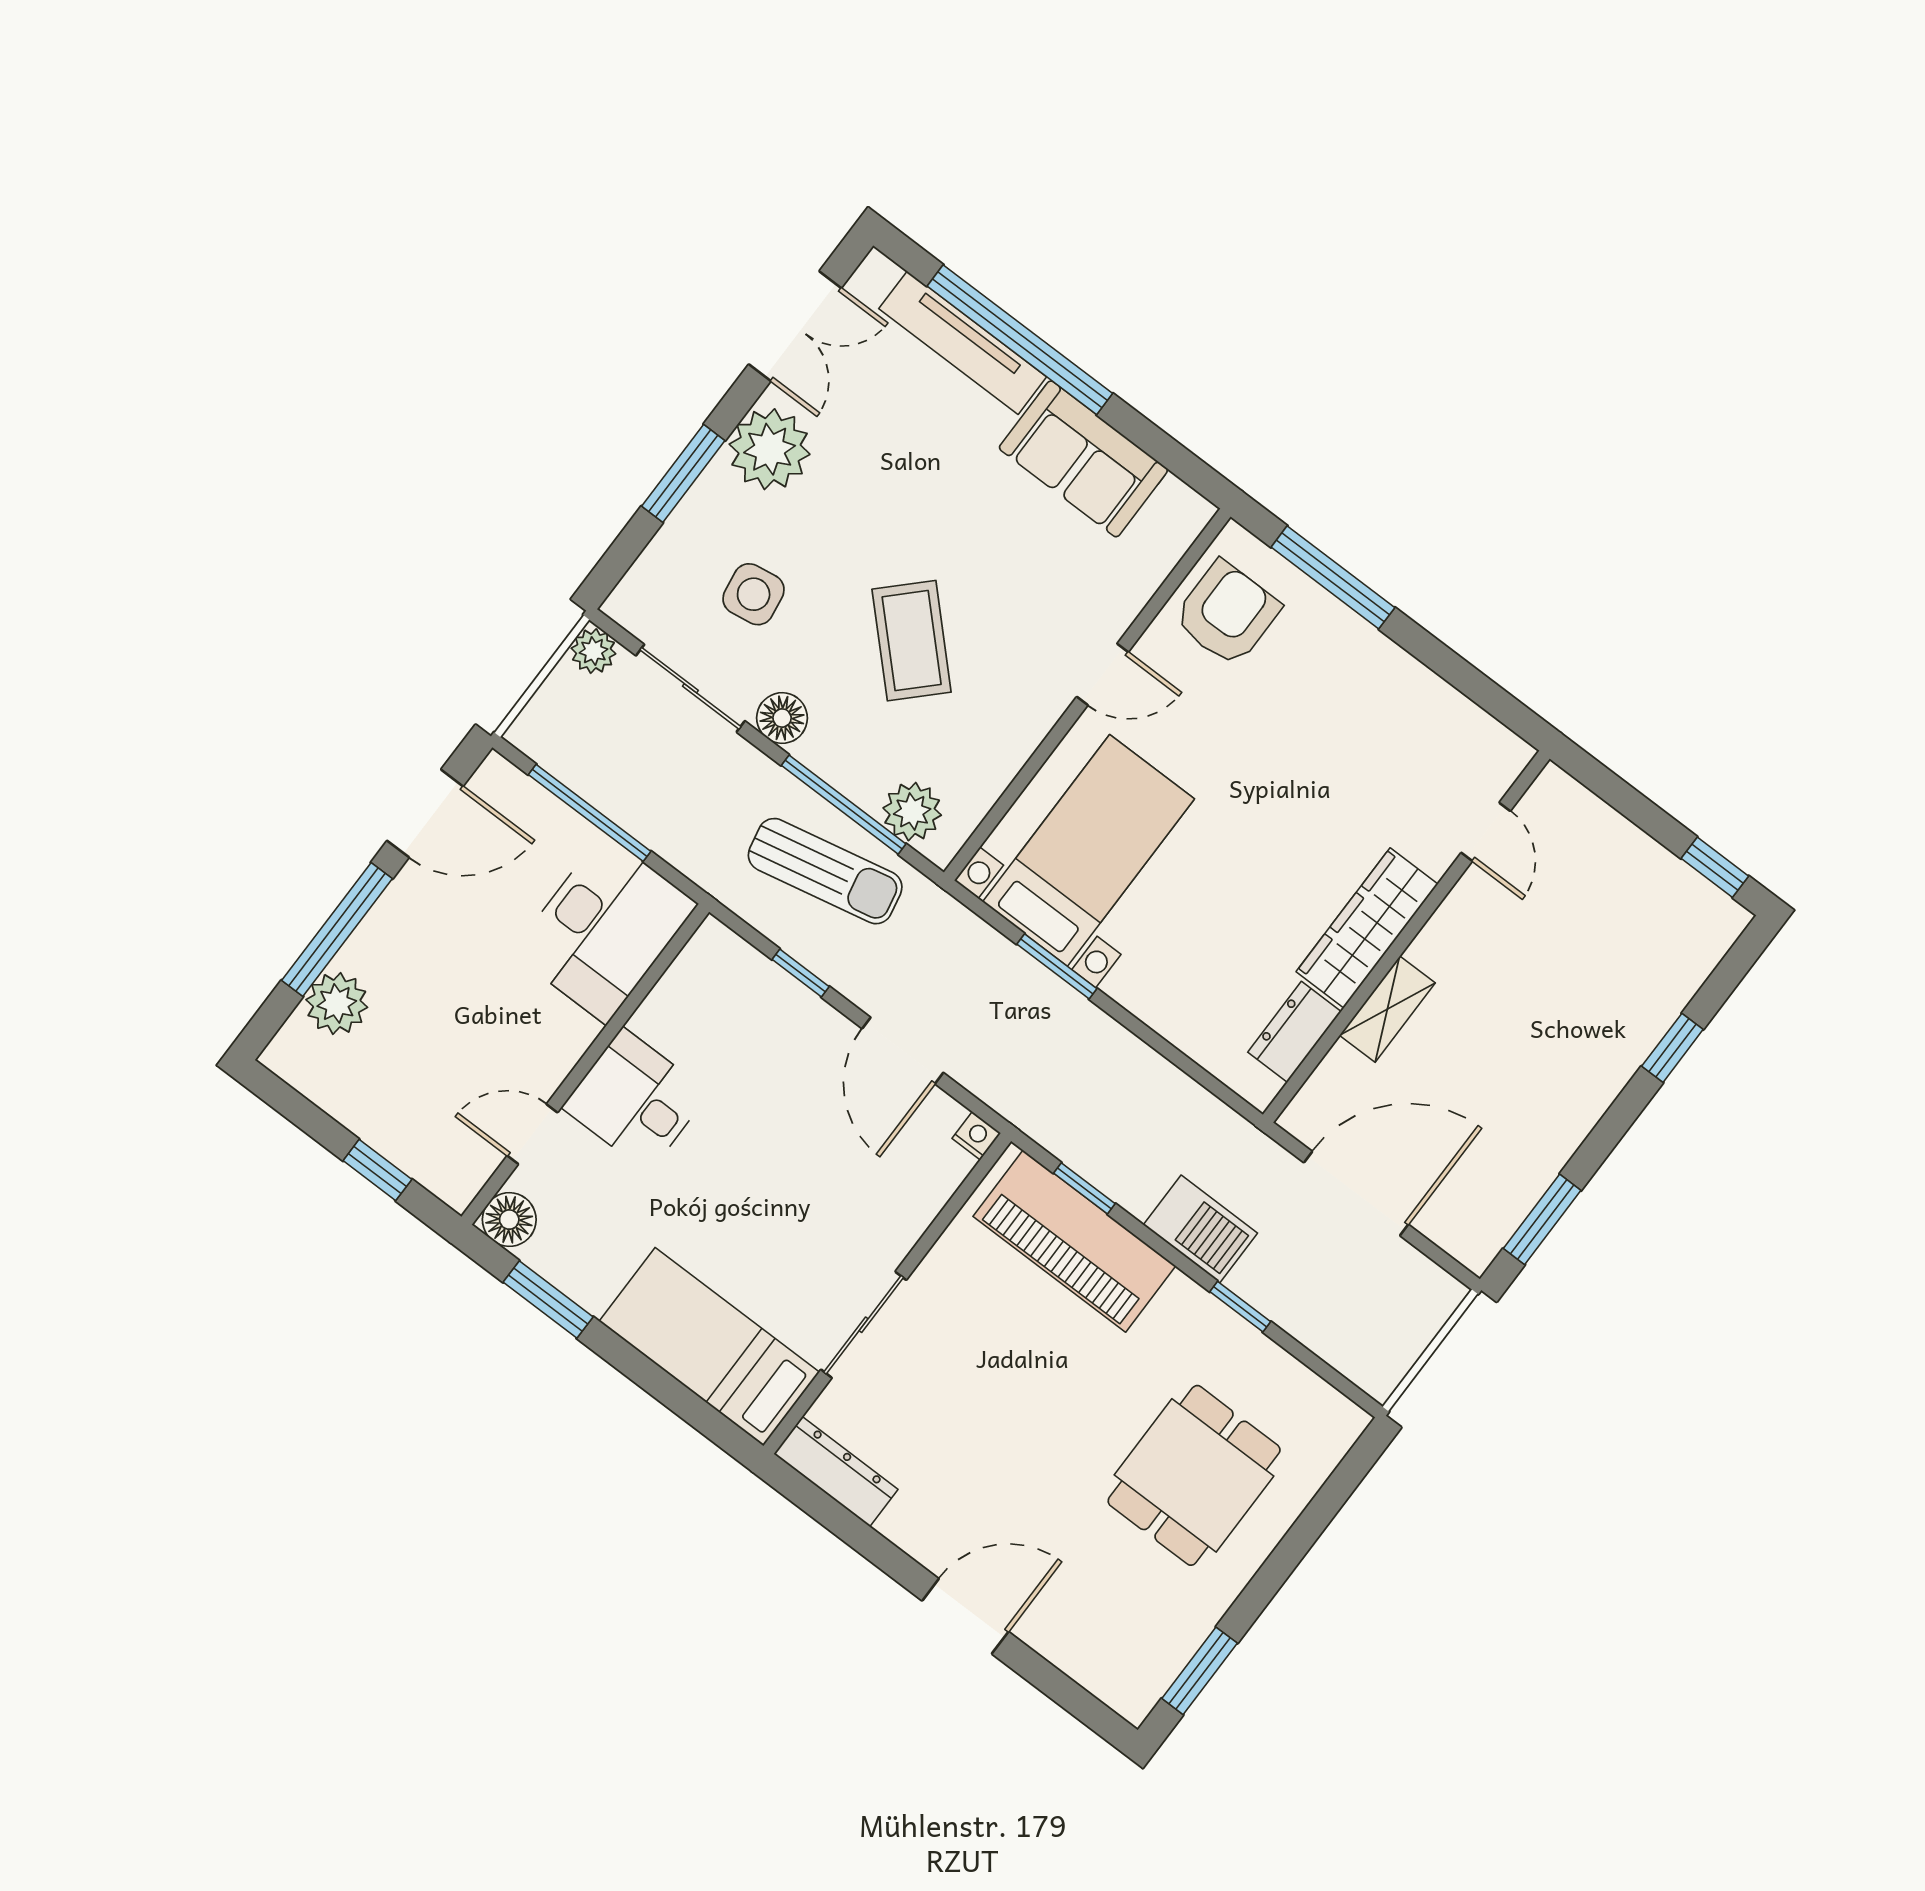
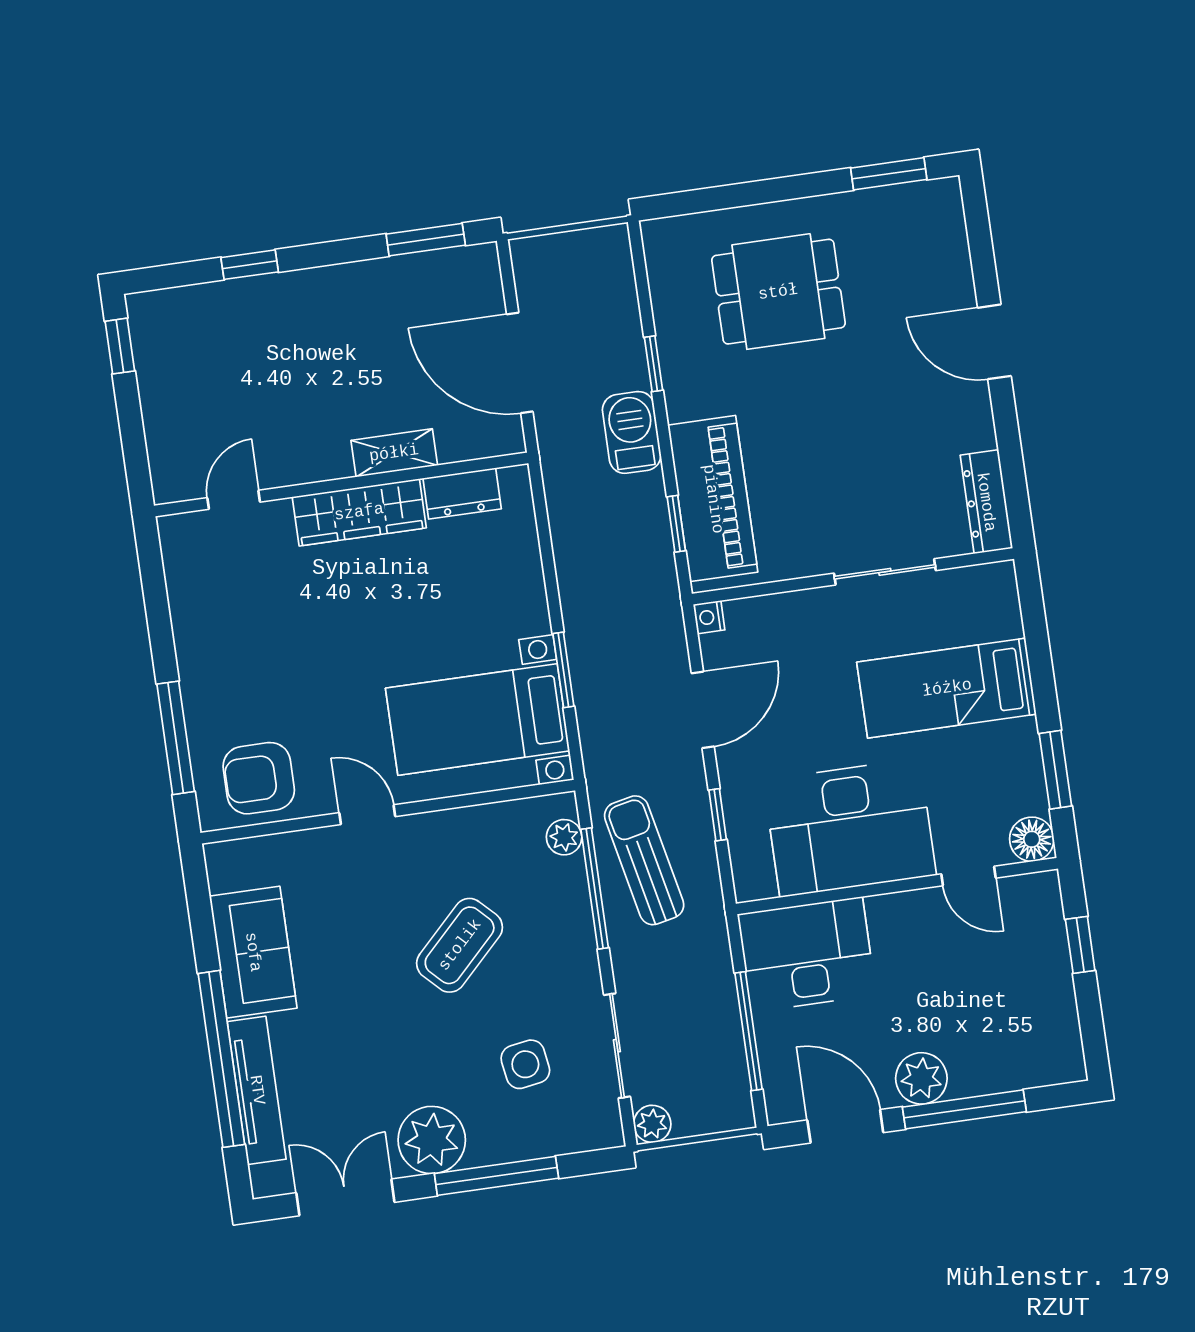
window: (683, 473) -> (496, 1176), width x1.44
floor lamp: (782, 718) -> (580, 975), removed
plant: (912, 812) -> (564, 837), width x0.73, depth x0.73
plant: (337, 1003) -> (921, 1078), moved
desk: (635, 1100) -> (850, 828), width x1.87, depth x1.30
bed: (709, 1347) -> (947, 688), moved, turned 90

